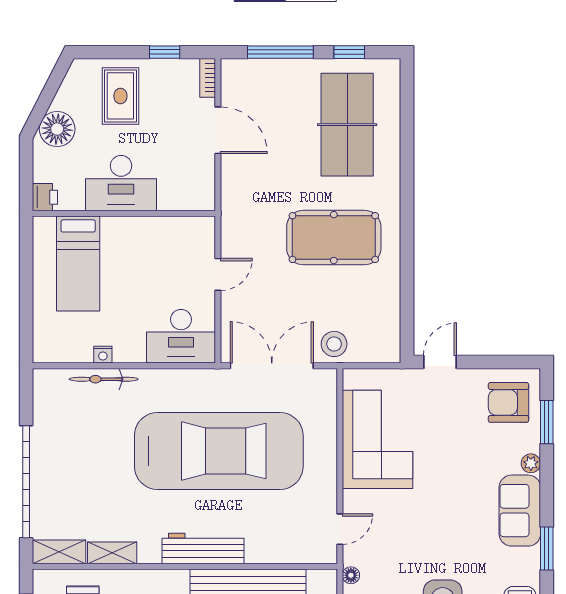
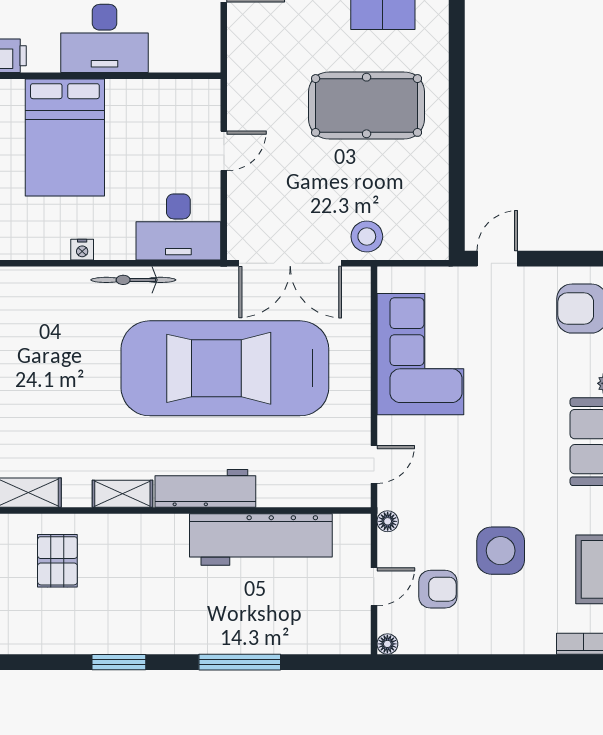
bed: (78, 264) -> (65, 137), width x1.50
double door: (272, 366) -> (290, 263), swing flipped
bicycle: (104, 379) -> (133, 280), moved
car: (219, 451) -> (225, 368), turned 180
shelving: (112, 553) -> (122, 494), moved

